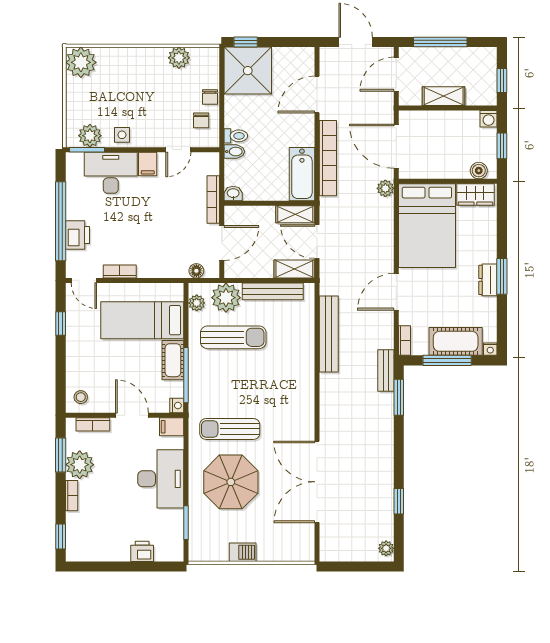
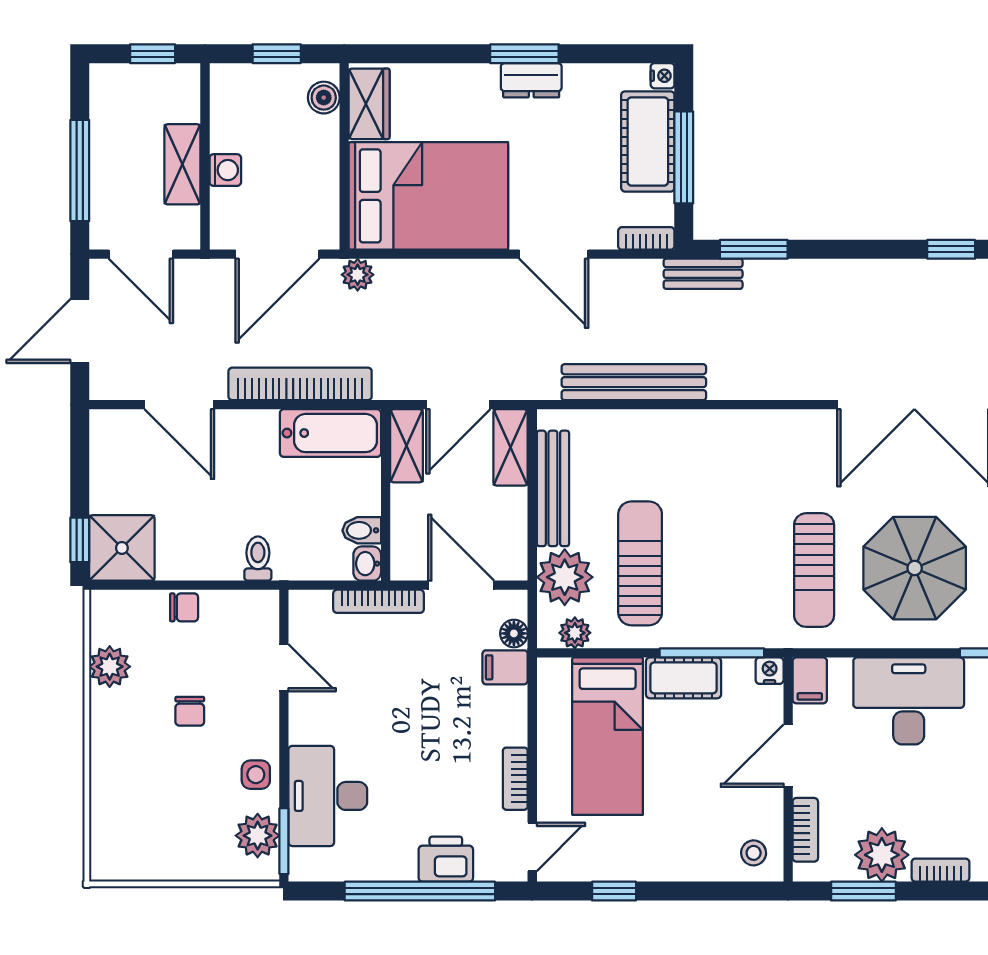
plant: (81, 62) -> (118, 853), removed
shower: (248, 71) -> (122, 548), width x0.73, depth x0.73
washing machine: (489, 119) -> (225, 170), moved
chair: (201, 120) -> (190, 711), moved, turned 90
bidet: (234, 152) -> (362, 530), moved, turned -90
filing cabinet: (148, 164) -> (505, 667), moved, turned 180

